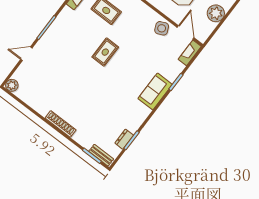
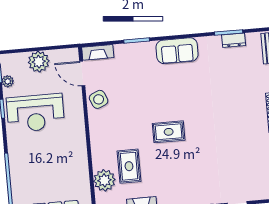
door: (186, 33) -> (82, 73), hinge flipped
sofa: (155, 91) -> (177, 51), moved

